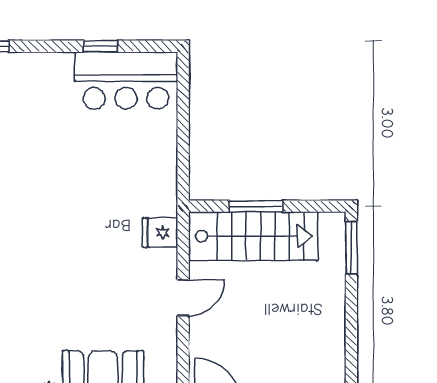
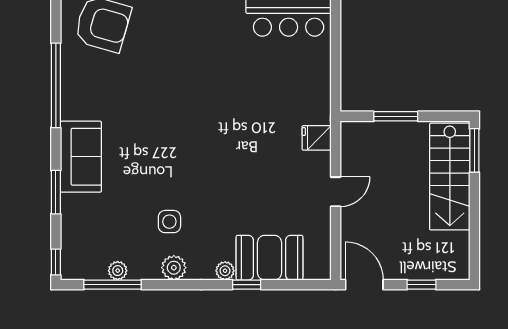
stairs: (253, 236) -> (450, 177), moved, turned 90

